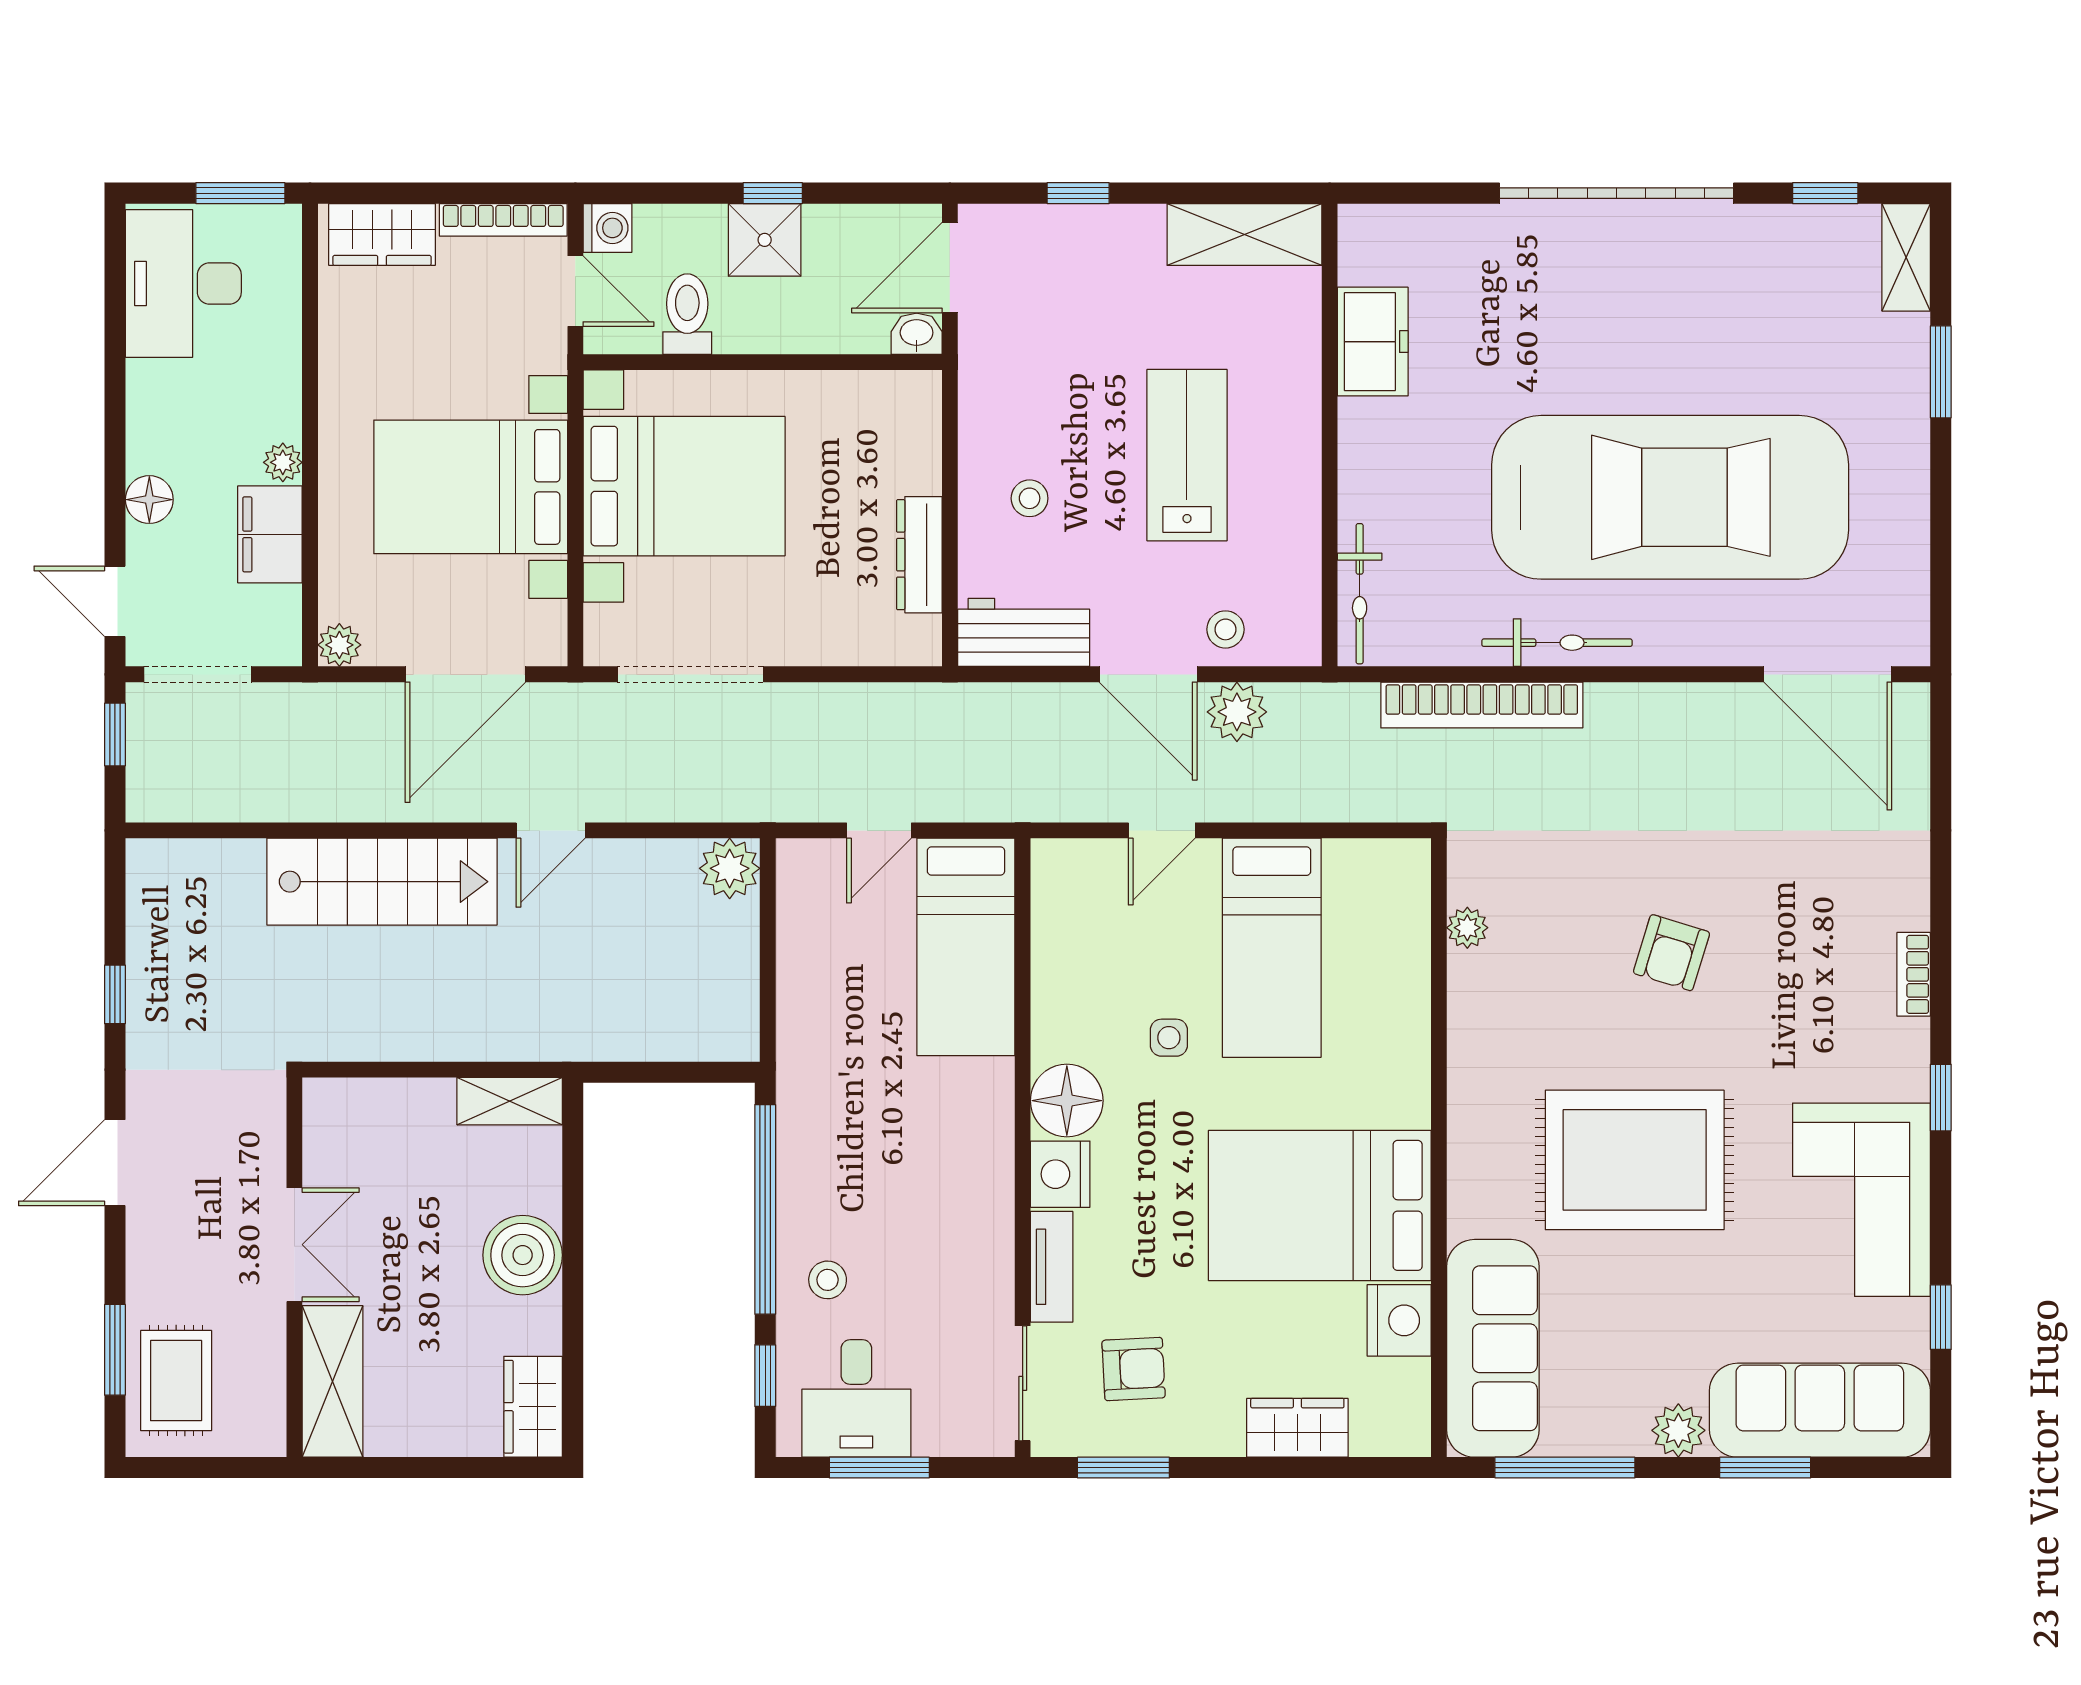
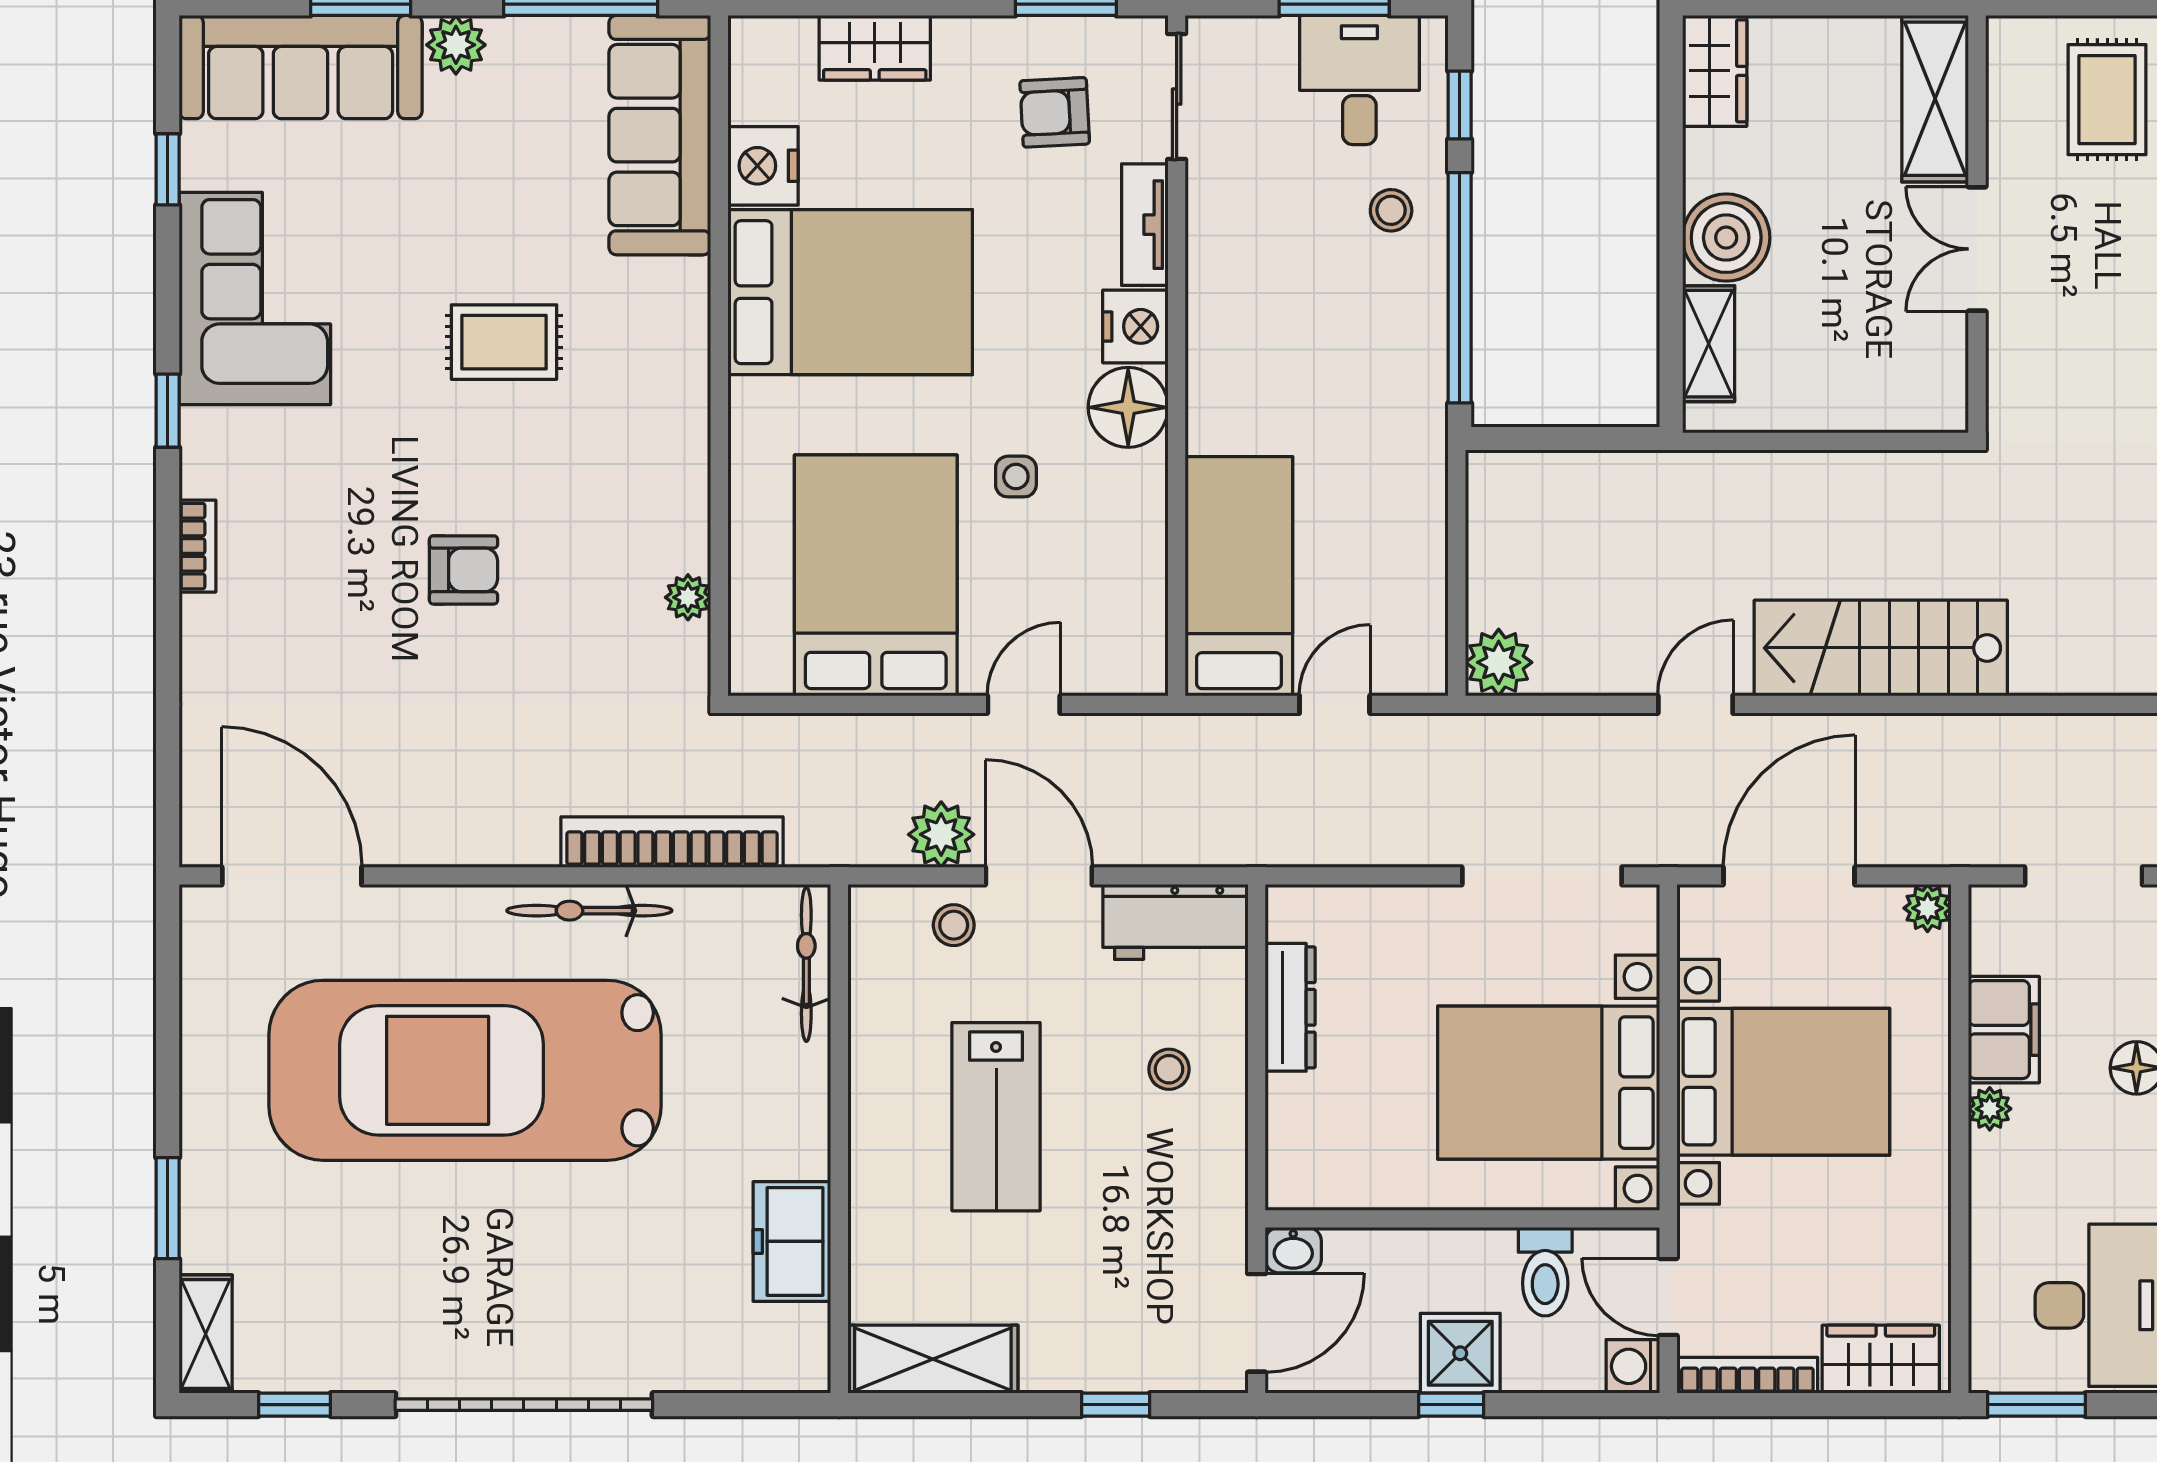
bed: (1272, 948) -> (876, 575), width x1.50
armchair: (1672, 953) -> (464, 570), turned 73
shelving: (510, 1101) -> (1709, 344), moved, turned 90
rug: (1635, 1160) -> (504, 342), width x0.54, depth x0.49

